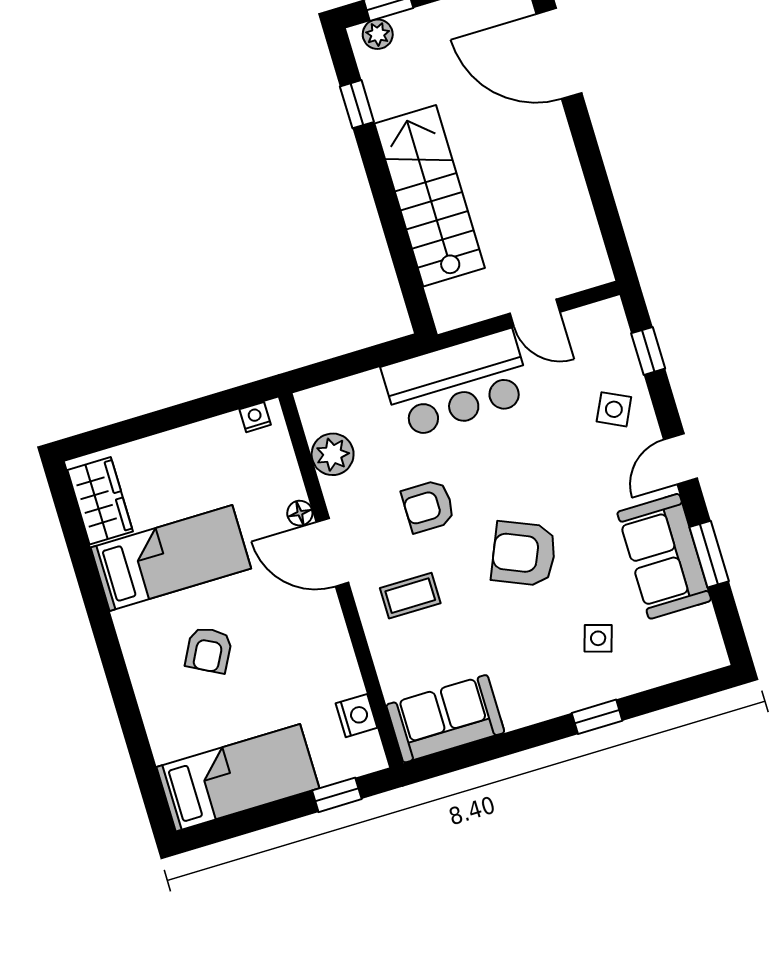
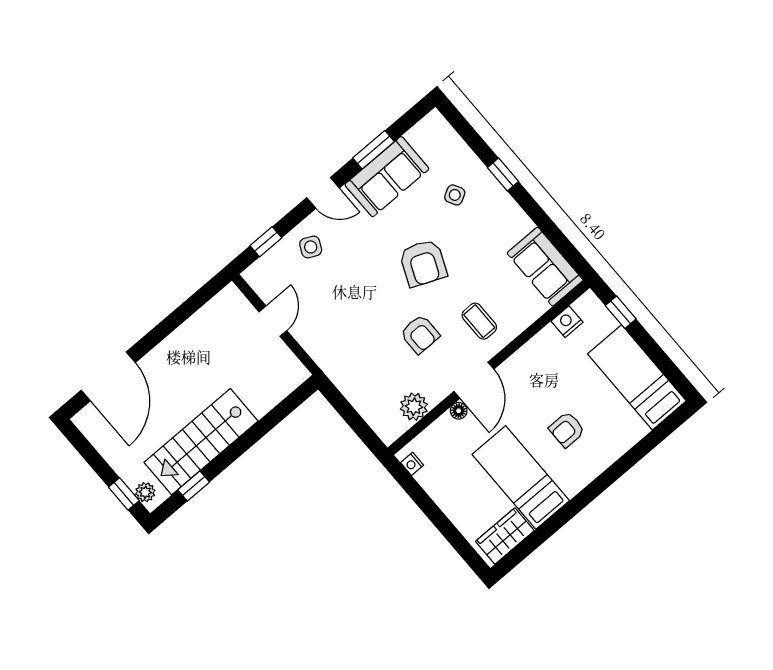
stairs: (430, 196) -> (201, 442), moved
bar counter: (457, 384) -> (337, 350), removed
side table: (598, 638) -> (455, 195), turned 45
armchair: (209, 650) -> (567, 430), turned 152

